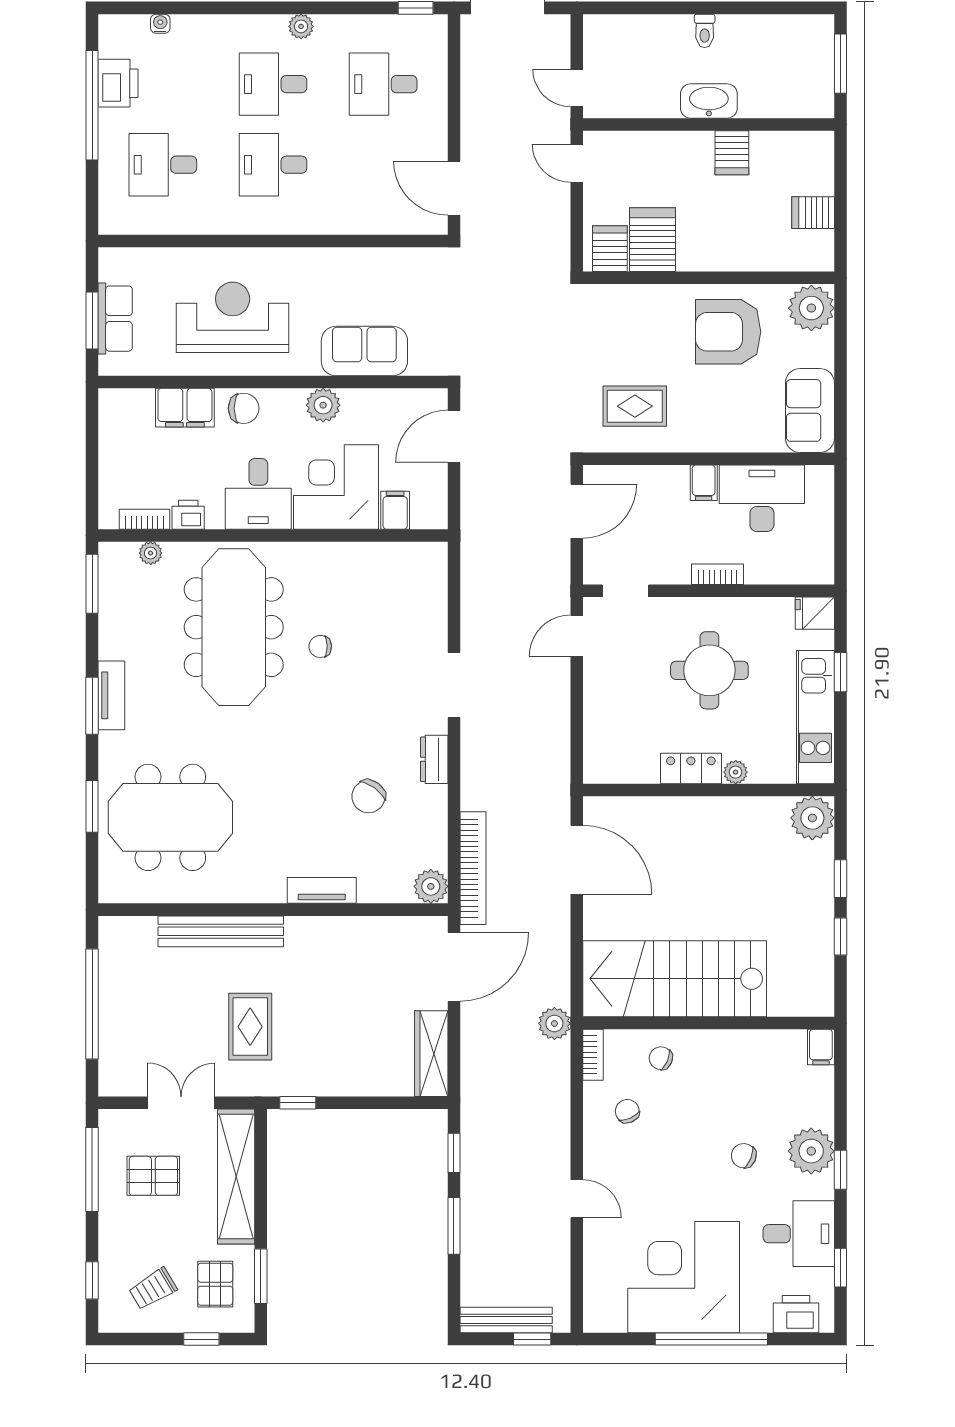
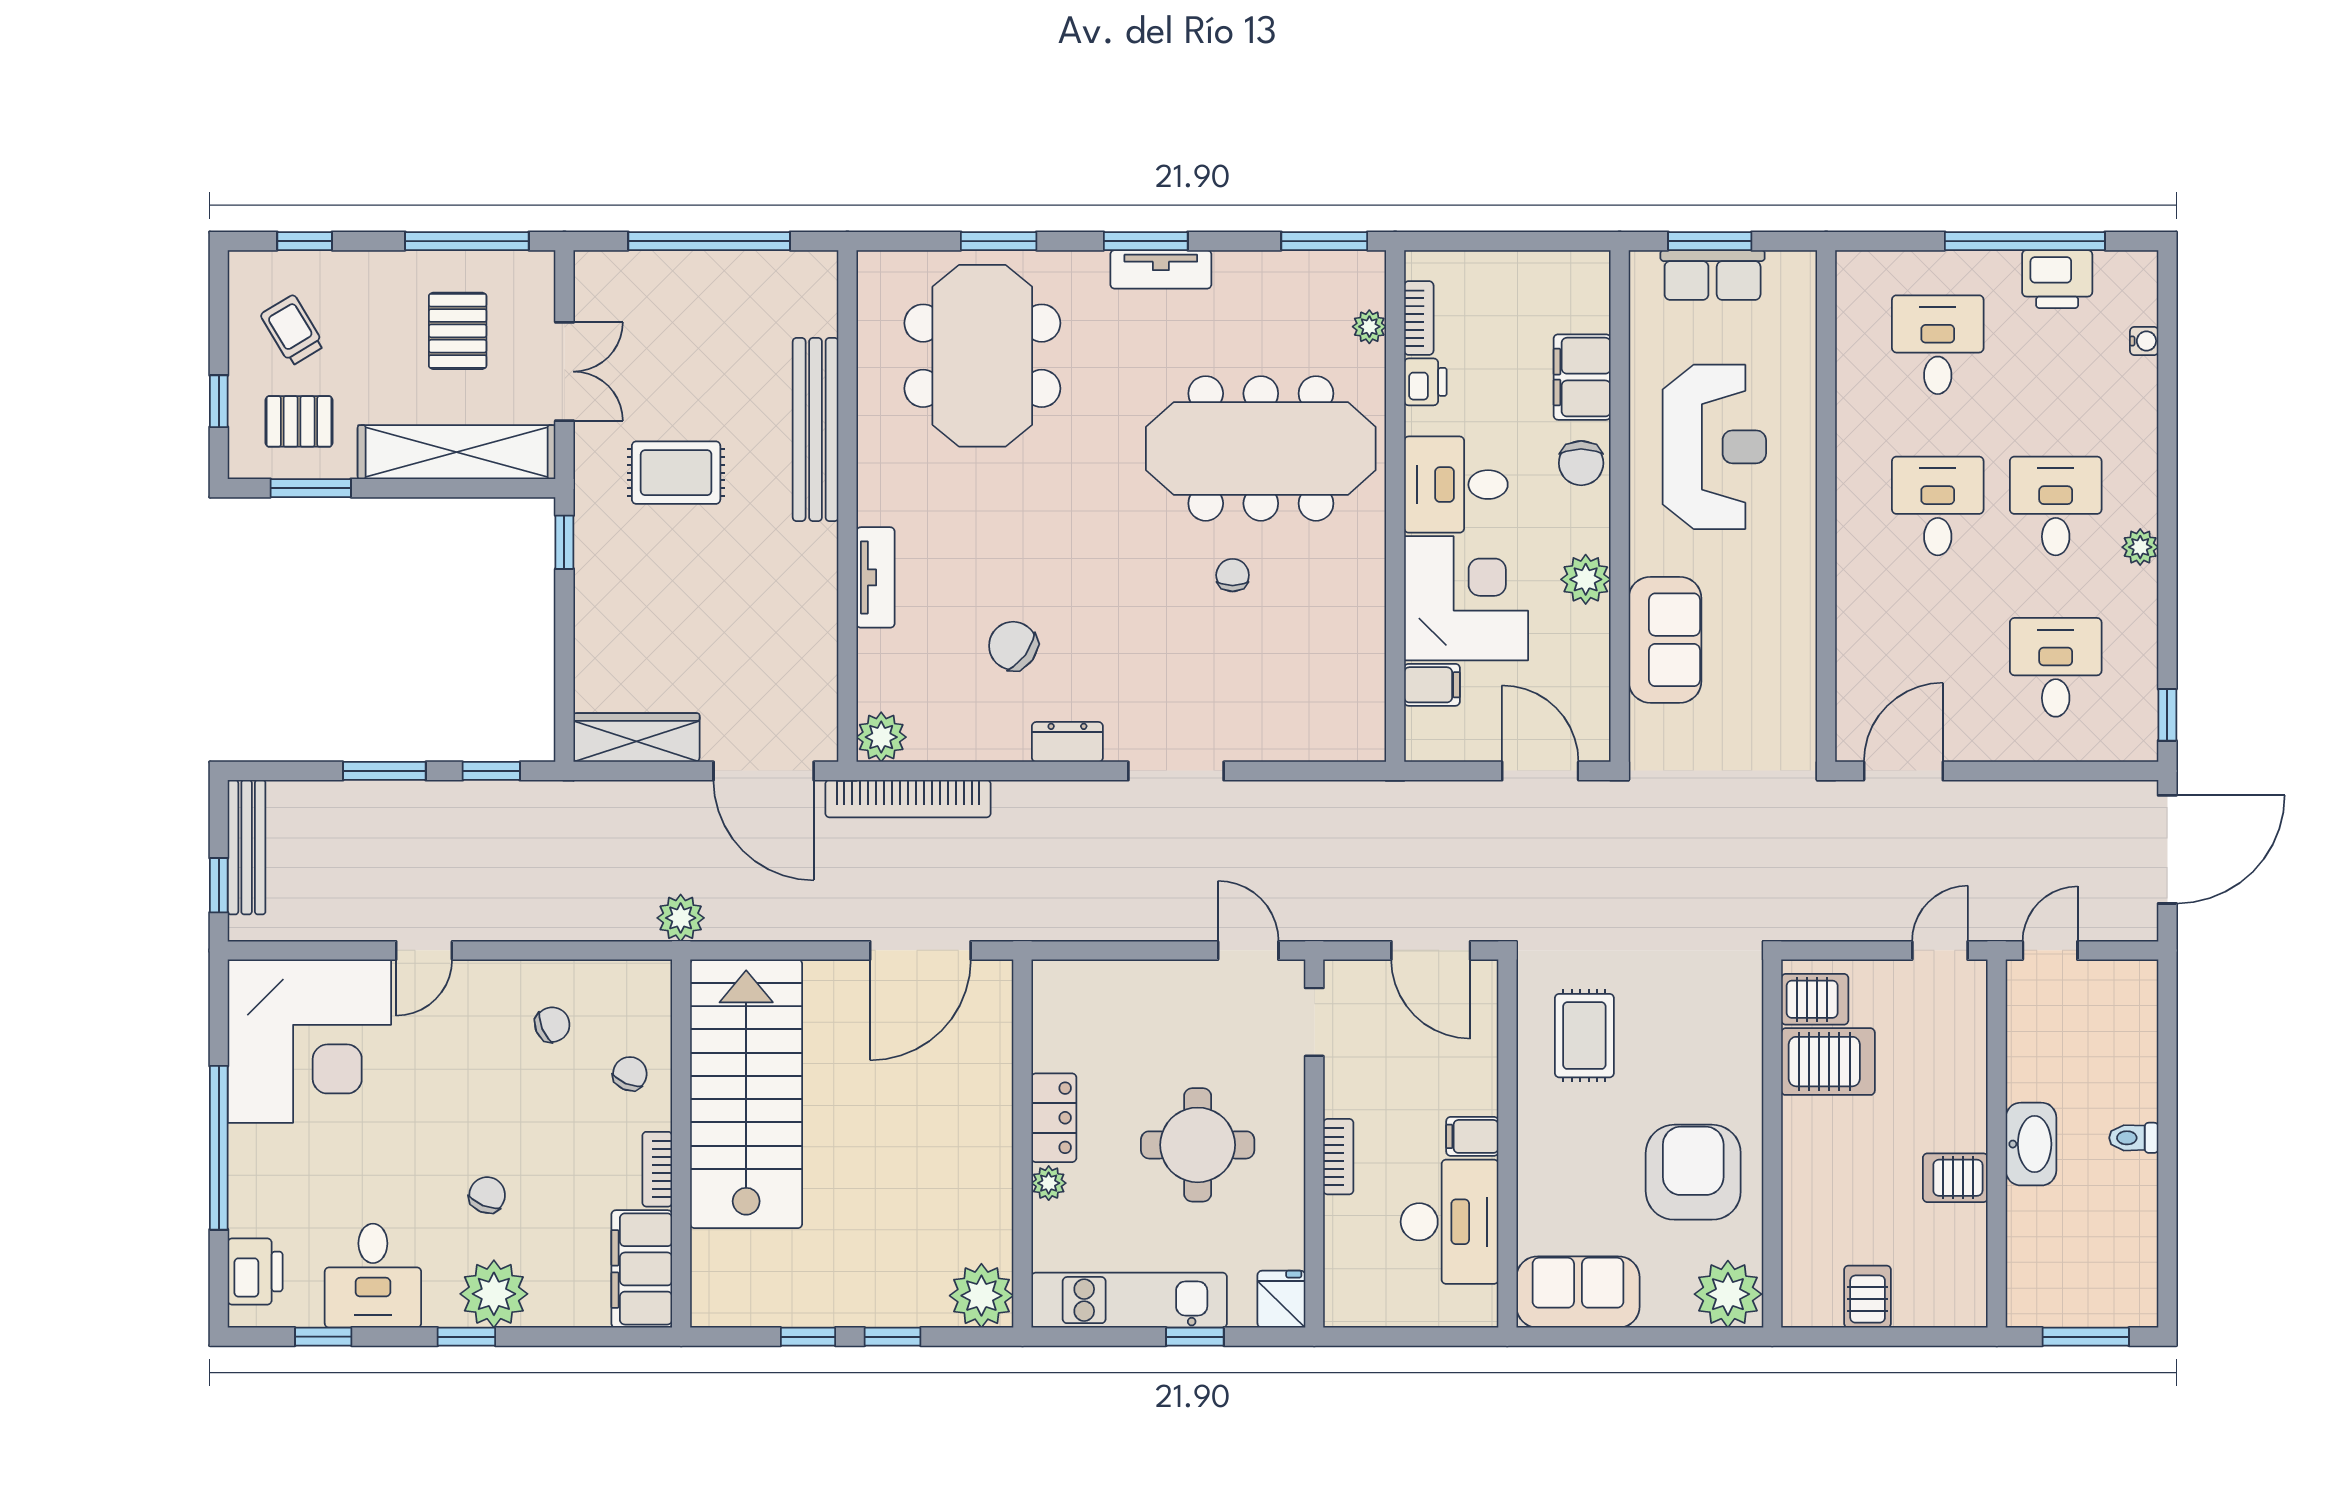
filing cabinet: (821, 1047) -> (642, 1269), width x3.00, depth x1.17
bookcase: (593, 1055) -> (657, 1169), moved, turned 90
corner desk: (684, 1277) -> (309, 1041), moved, turned 90

